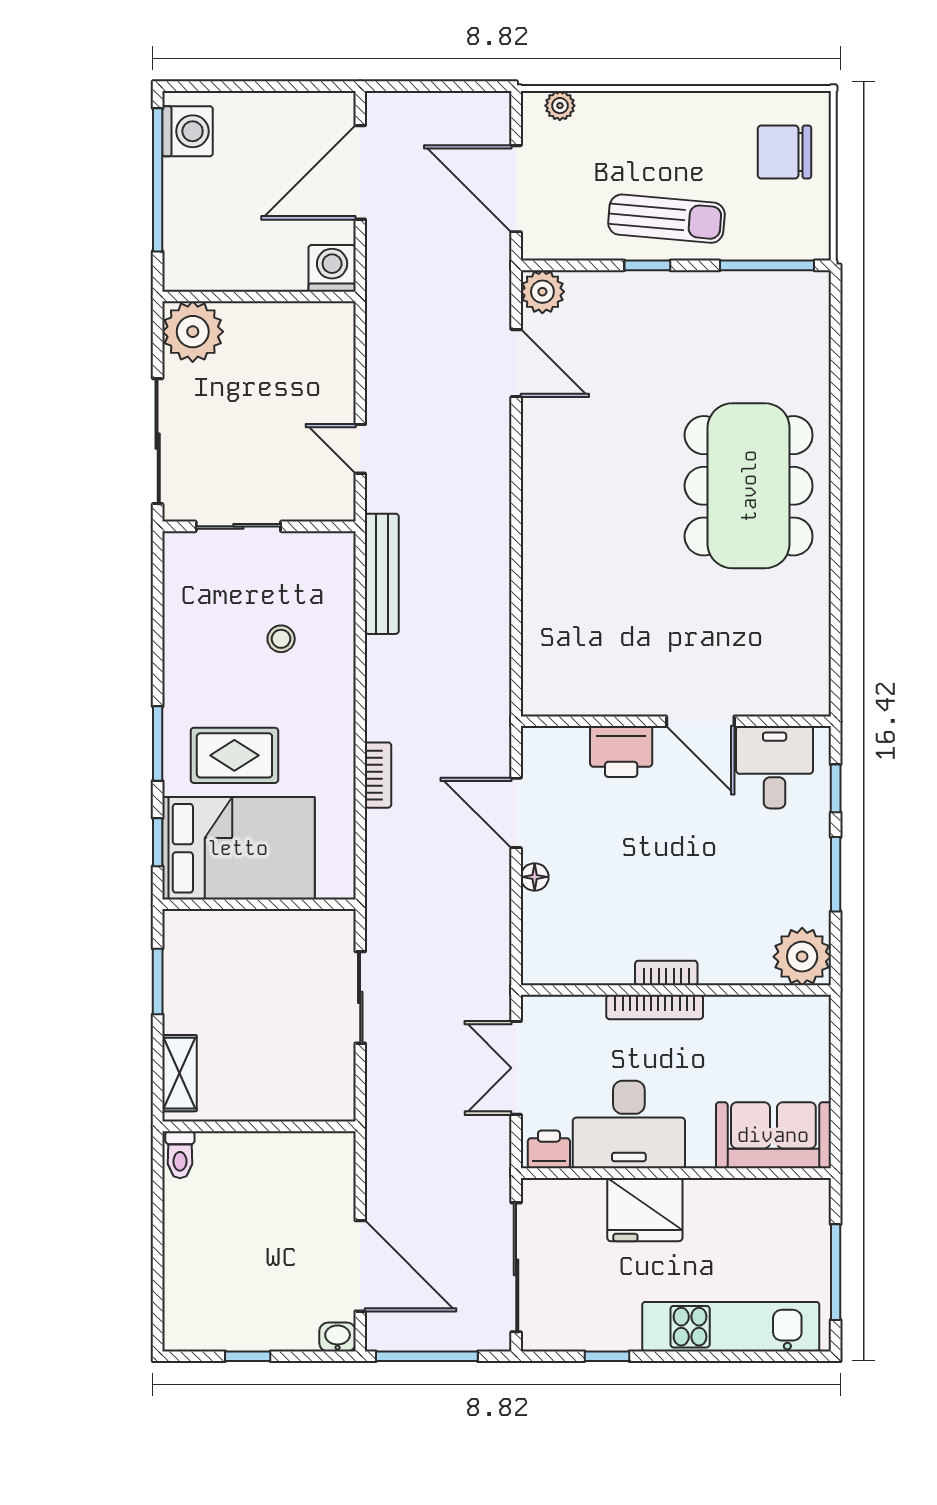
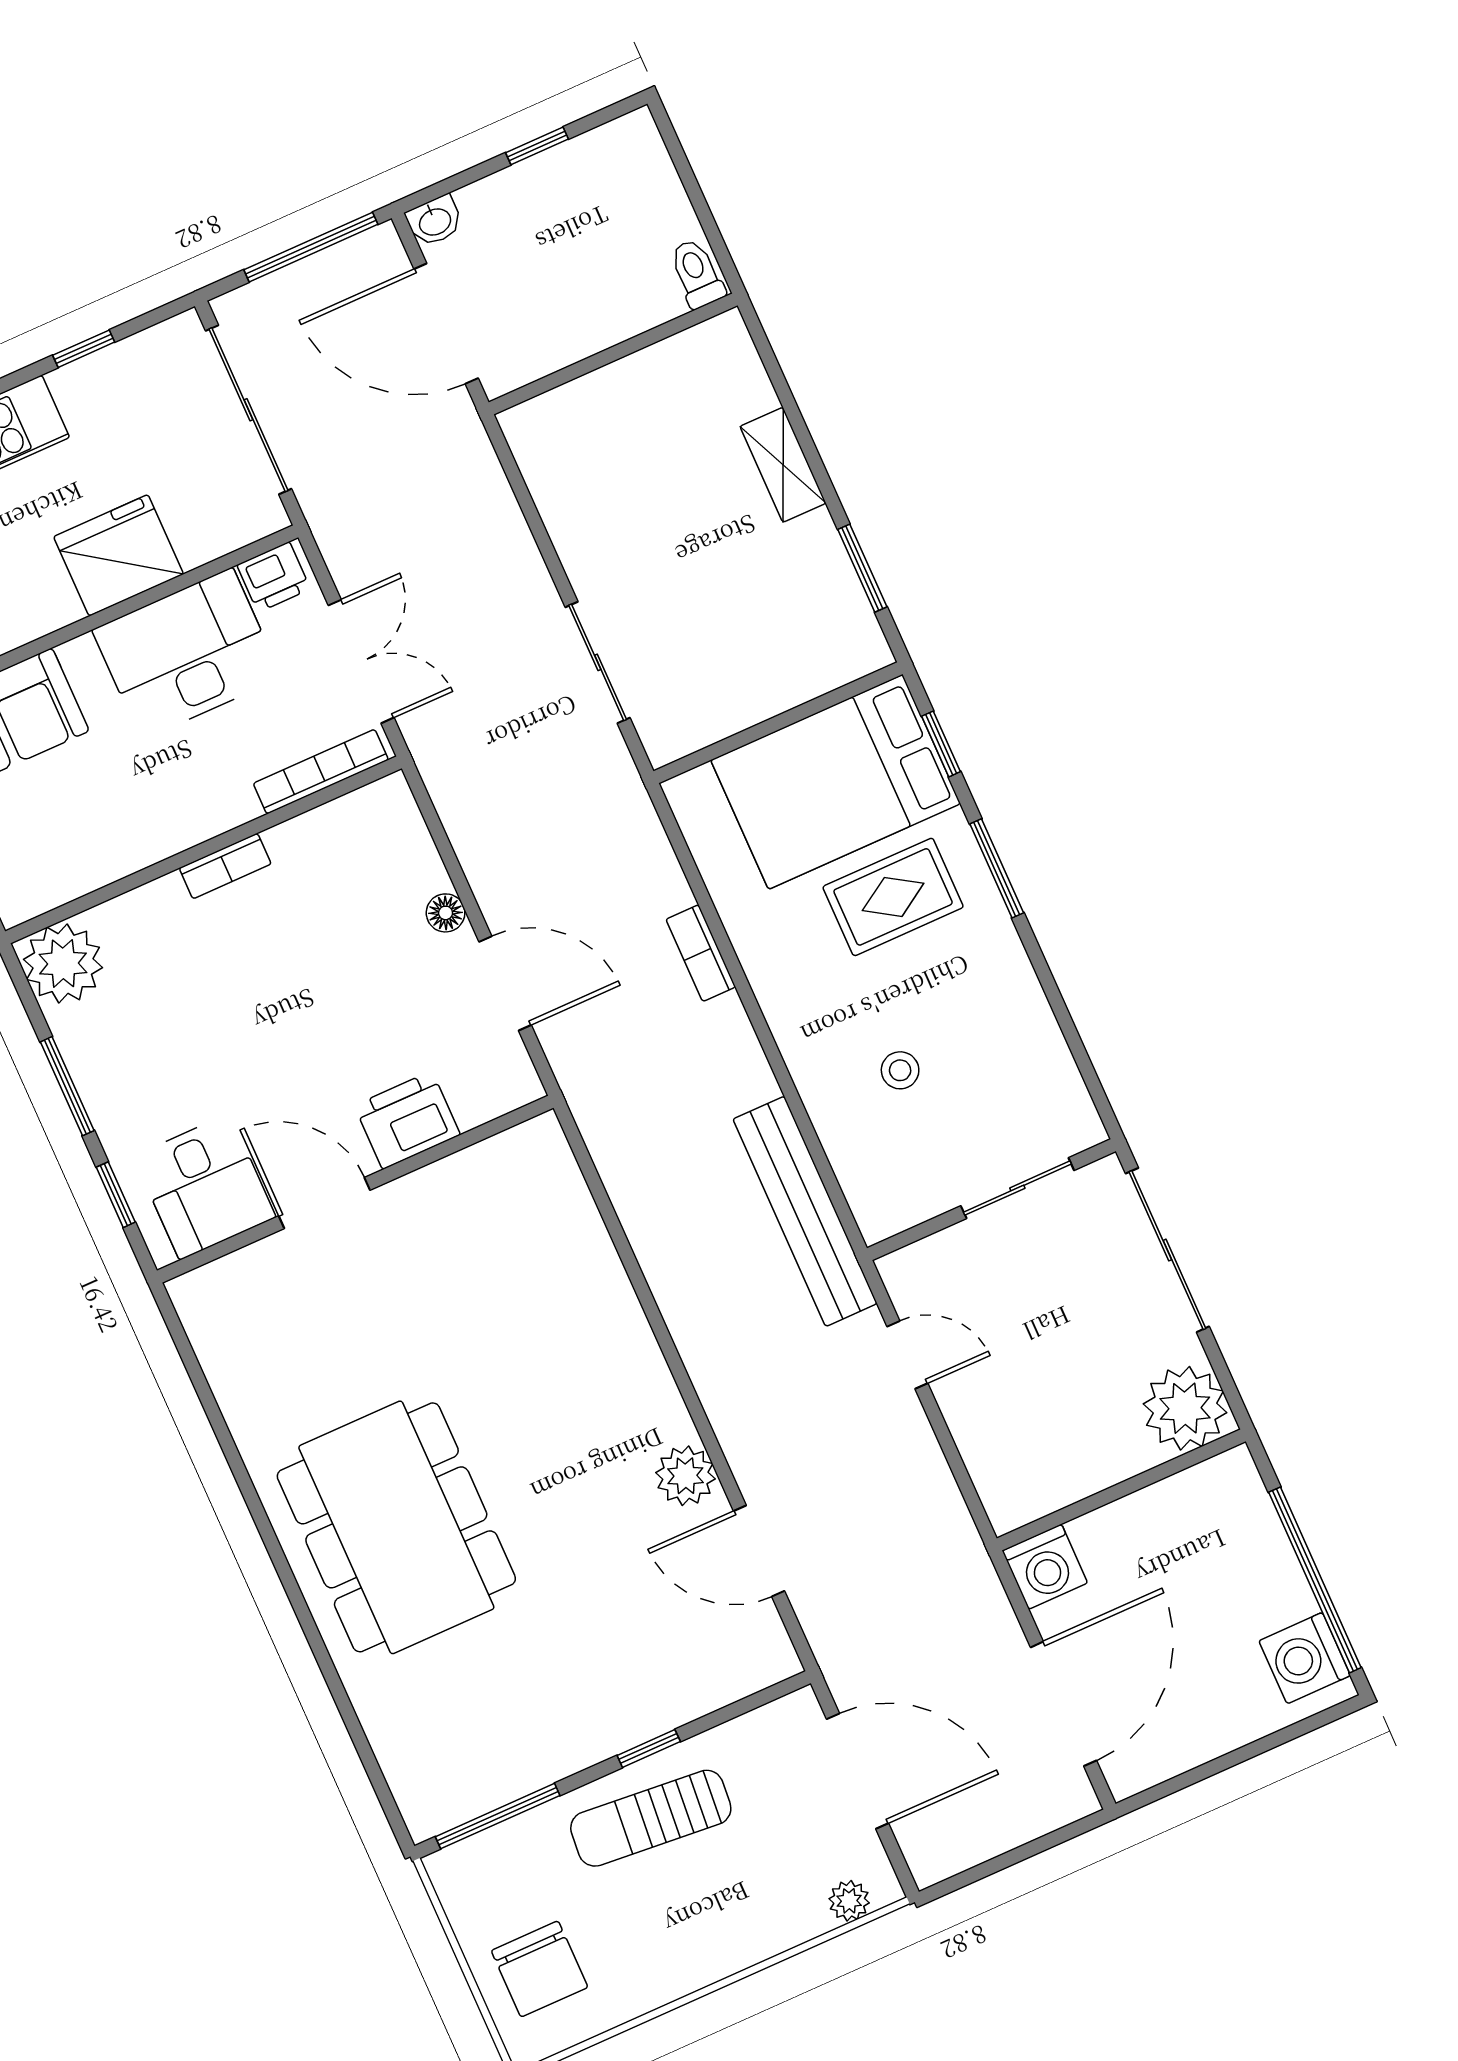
chair: (784, 152) -> (540, 1969), turned 90
plant: (542, 292) -> (685, 1476), moved
bench: (382, 574) -> (805, 1211), width x1.37, depth x1.21
bookcase: (655, 1007) -> (321, 772), moved
wall: (259, 1126) -> (613, 354), moved
toilet: (180, 1155) -> (697, 274), moved

